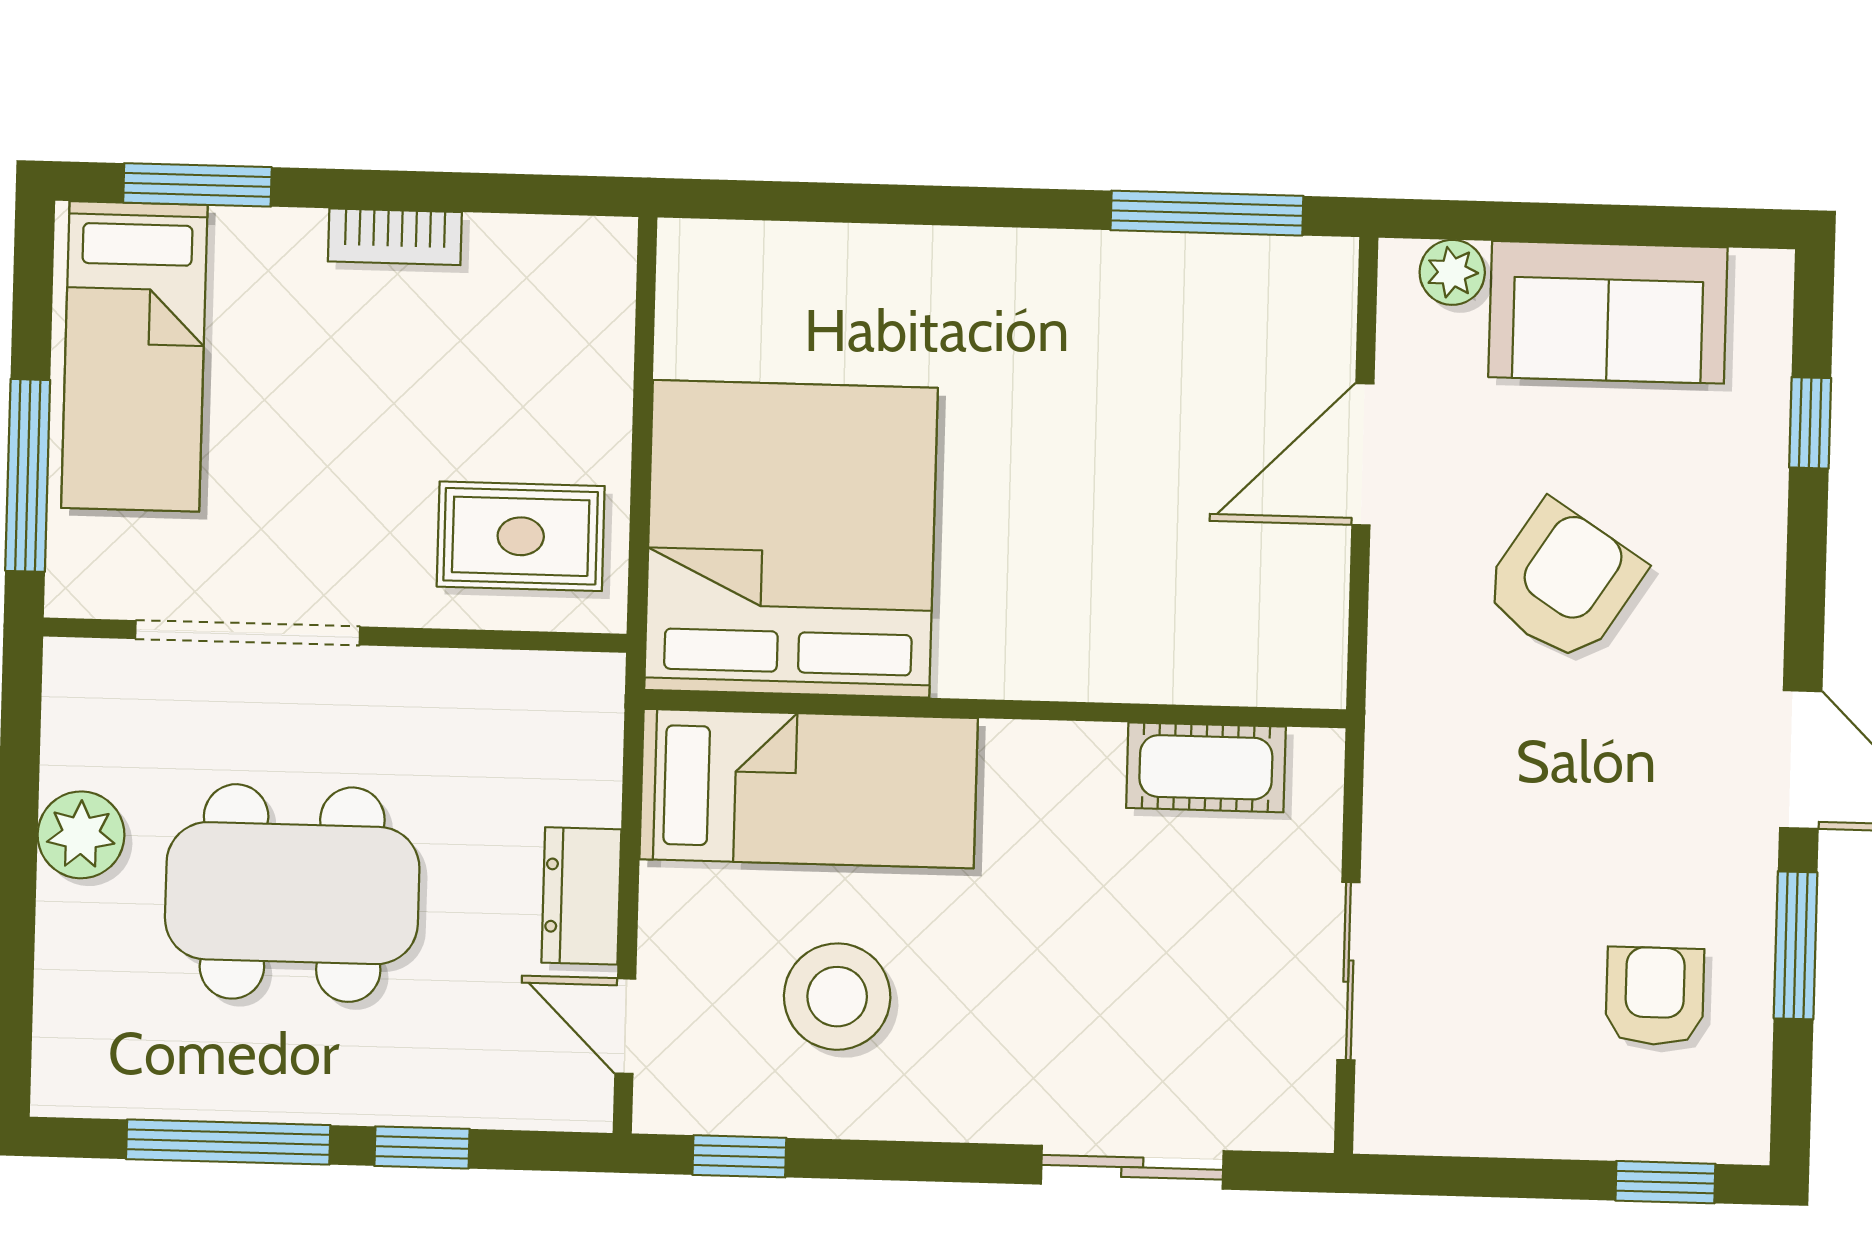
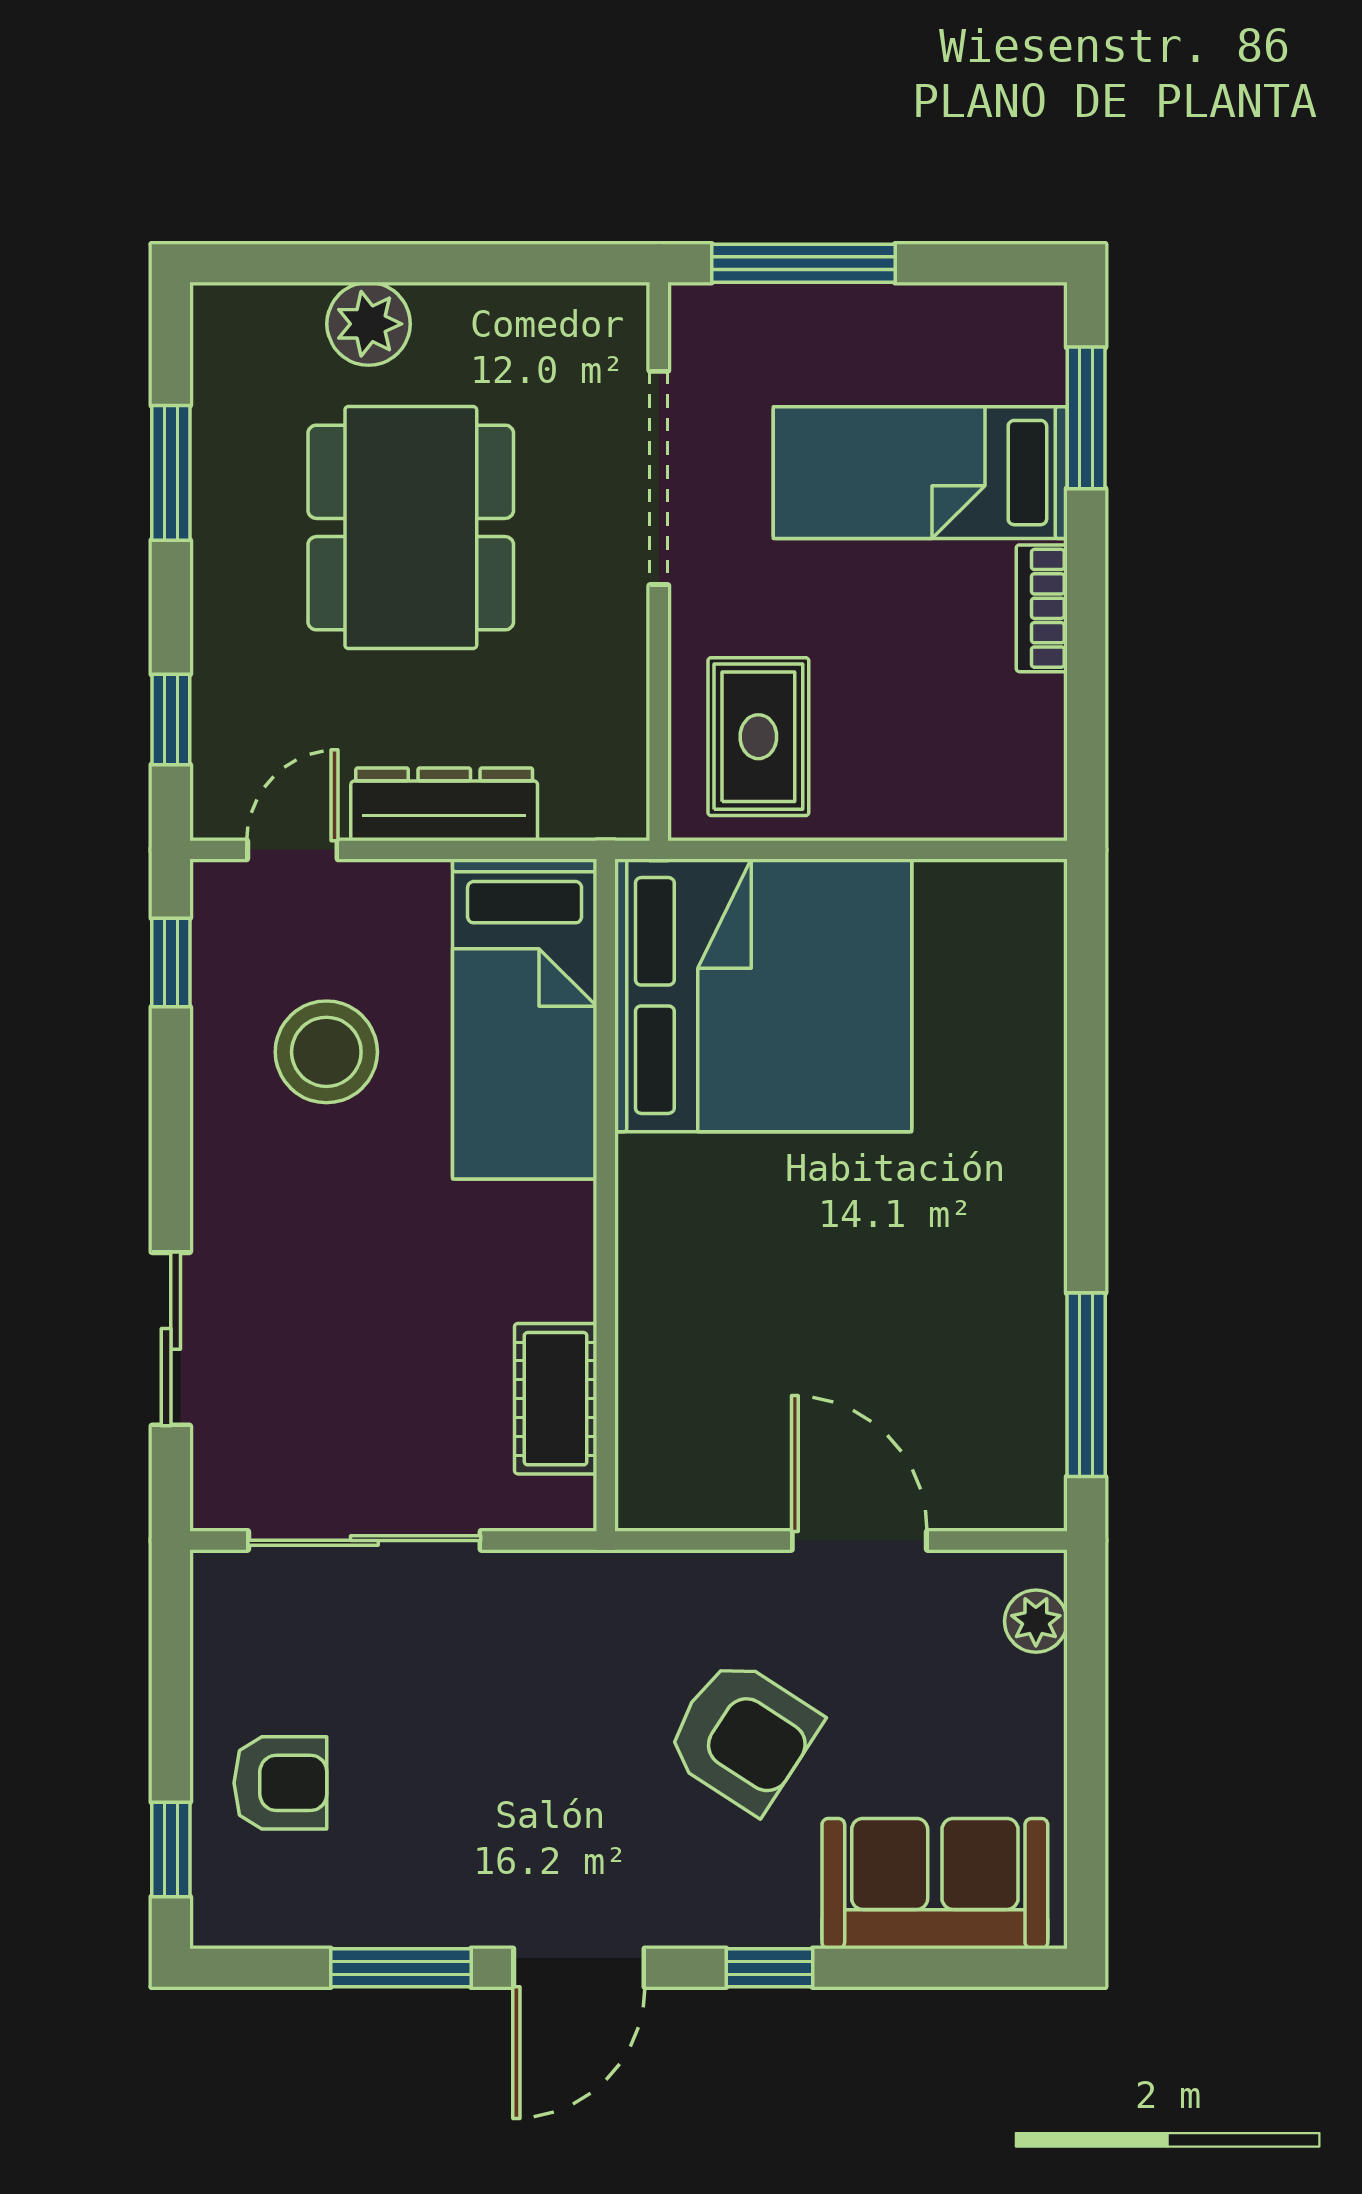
sofa: (1608, 312) -> (935, 1884), moved, turned 90
bed: (134, 356) -> (920, 473), moved
window: (1810, 423) -> (769, 1968), moved
plant: (81, 835) -> (369, 324), moved
dresser: (581, 896) -> (444, 804), width x1.44
sliding door: (1348, 971) -> (364, 1540), width x1.37
armchair: (1655, 996) -> (280, 1783), moved
window: (228, 1142) -> (171, 473), width x0.69
window: (422, 1147) -> (171, 720), moved

